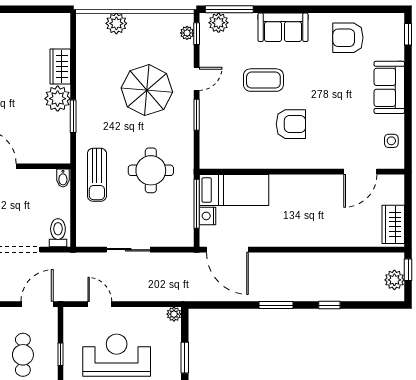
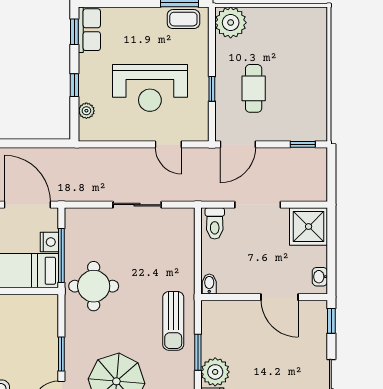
round table: (151, 170) -> (94, 286), moved
sun lounger: (97, 175) -> (173, 321), moved, turned 180
plant: (174, 314) -> (86, 111), moved
window: (185, 358) -> (74, 85), width x0.67

